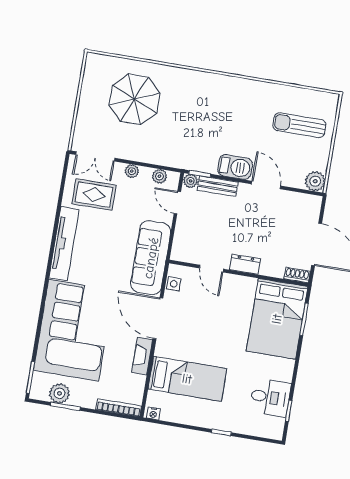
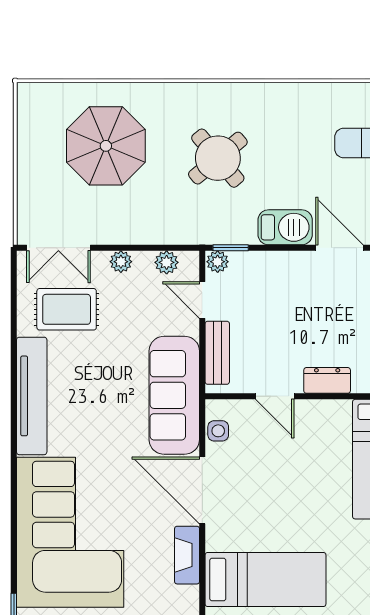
round table: (201, 118) -> (218, 158), added
bench: (218, 186) -> (217, 353), moved, turned 90

